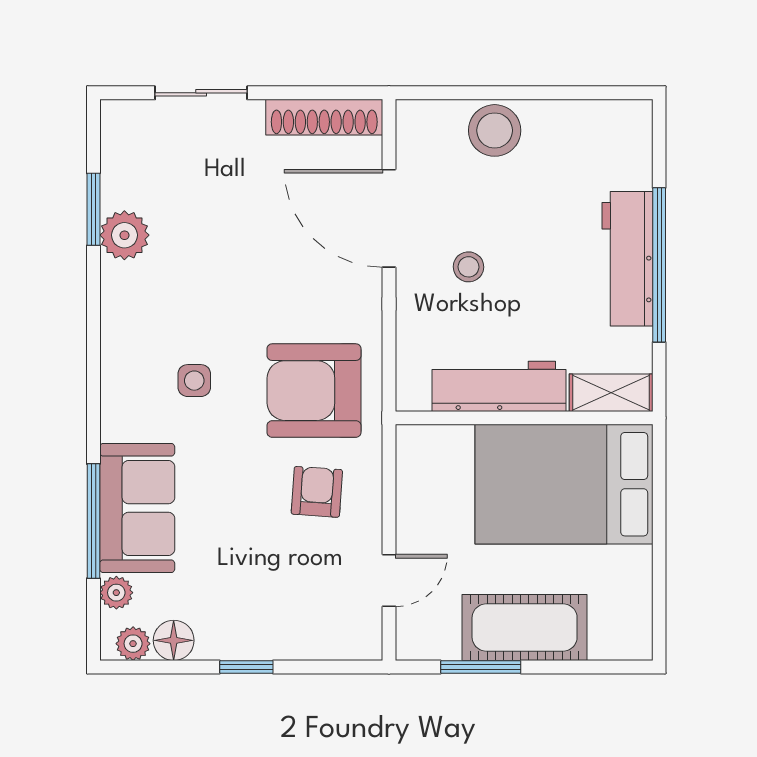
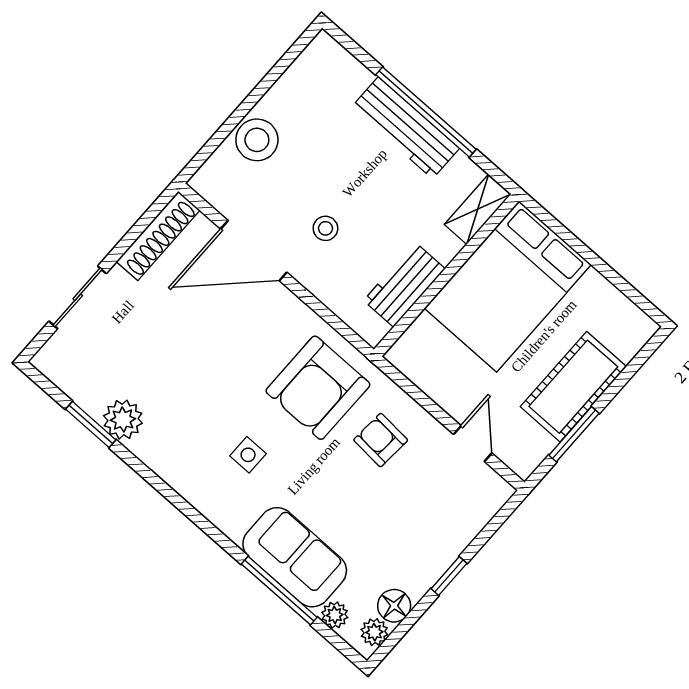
workbench: (499, 386) -> (404, 285), width x0.73

